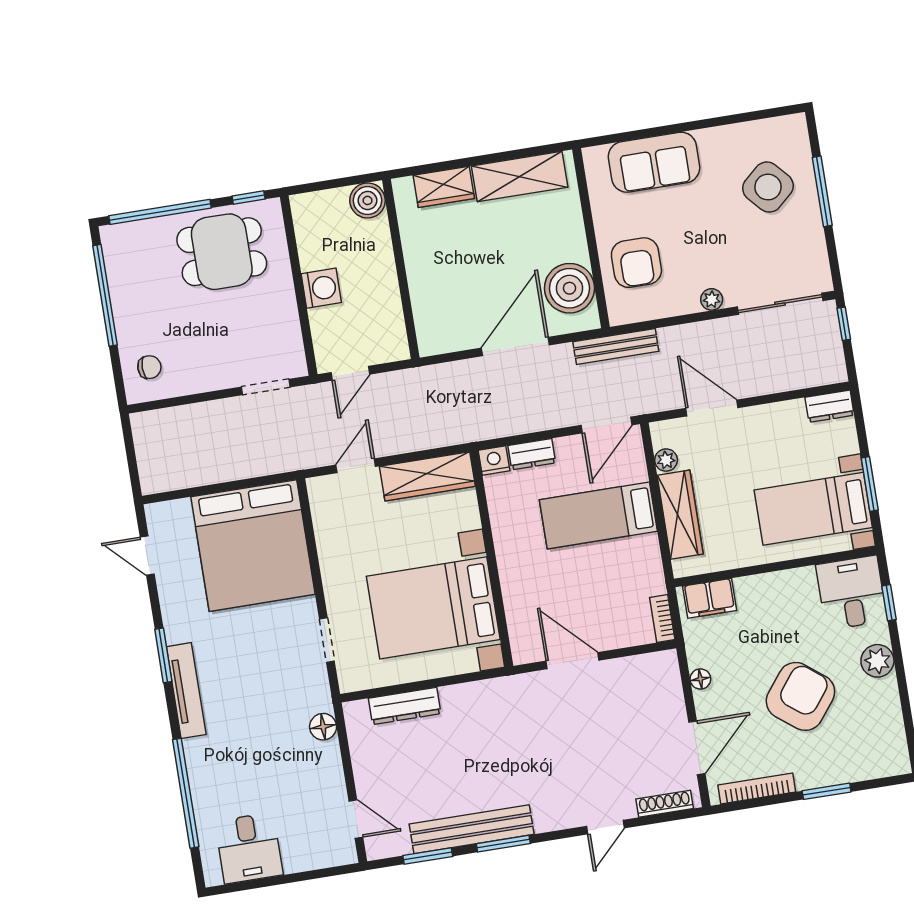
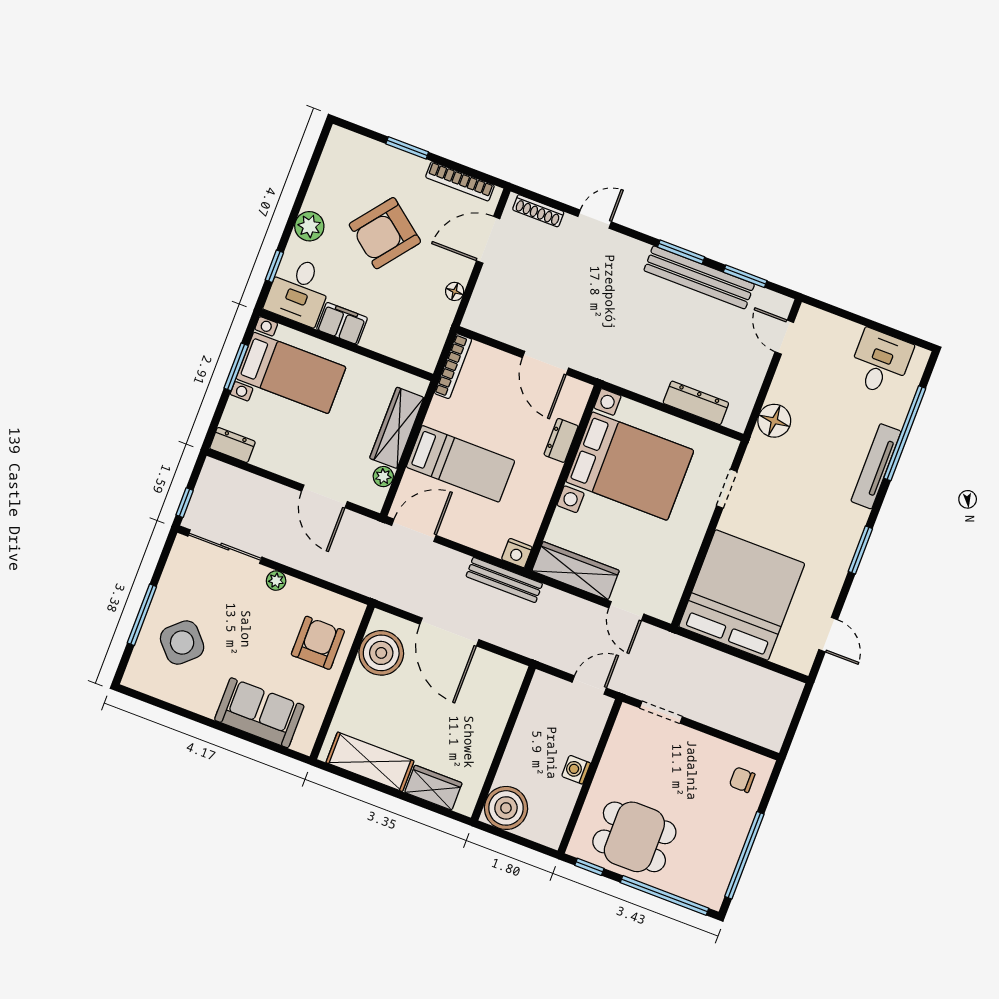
boiler: (368, 200) -> (506, 808), width x1.37, depth x1.37
washing machine: (321, 288) -> (576, 770), width x0.73, depth x0.73
bench: (616, 346) -> (504, 580), moved
door: (515, 347) -> (449, 632), hinge flipped
dresser: (532, 454) -> (561, 440), moved, turned -90
door: (356, 466) -> (626, 611), hinge flipped
filing cabinet: (710, 598) -> (342, 324), moved
bookcase: (662, 618) -> (453, 366), width x1.56
tv unit: (186, 691) -> (876, 466), moved
floor lamp: (323, 727) -> (774, 421), width x1.38, depth x1.38

